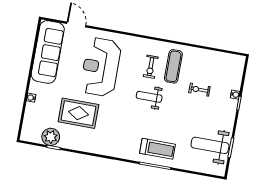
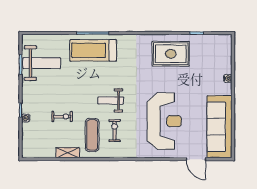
shelving: (200, 53) -> (68, 153), added
weight bench: (149, 97) -> (111, 100), turned 180
rug: (78, 113) -> (171, 54), moved
plant: (51, 137) -> (201, 43), removed
treadmill: (157, 149) -> (93, 50), width x1.37, depth x1.38

